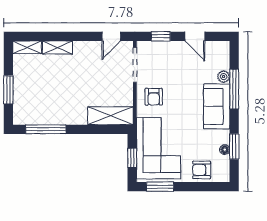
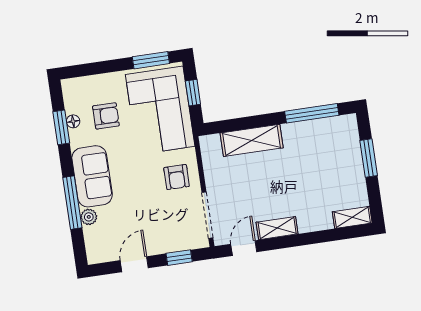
door: (195, 36) -> (134, 264), hinge flipped
shelving: (57, 48) -> (277, 228), moved
armchair: (154, 97) -> (177, 177), turned 180
shelving: (110, 116) -> (252, 140), moved
armchair: (202, 170) -> (106, 116), moved

